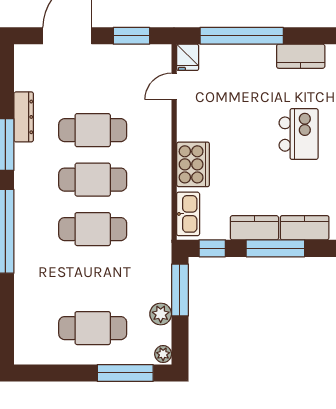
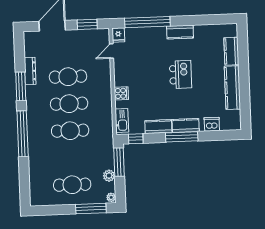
cooker: (193, 164) -> (121, 93), width x0.53, depth x0.76
window: (275, 248) -> (182, 137), moved

